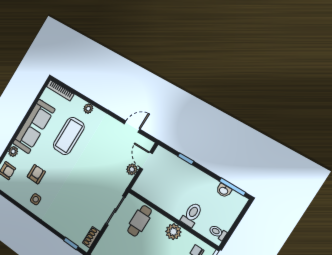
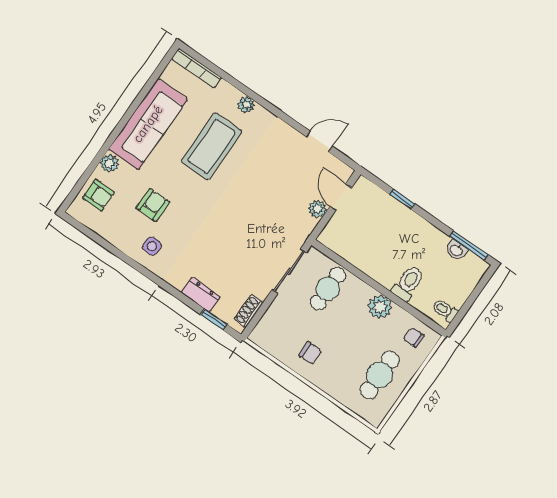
dresser: (63, 228) -> (201, 295), added

